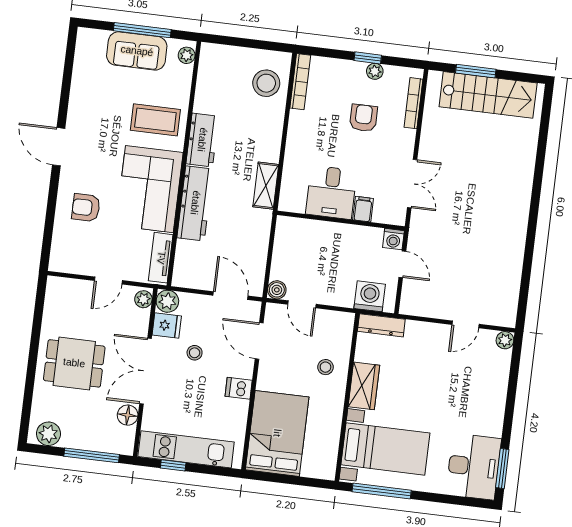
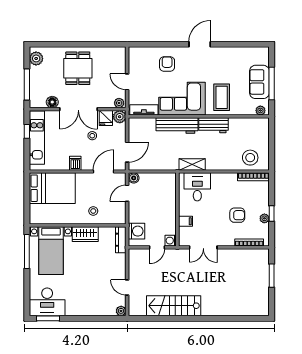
stairs: (488, 95) -> (174, 306), moved, turned 90
desk: (331, 192) -> (197, 187), moved, turned 90
double door: (145, 371) -> (78, 109), swing flipped

